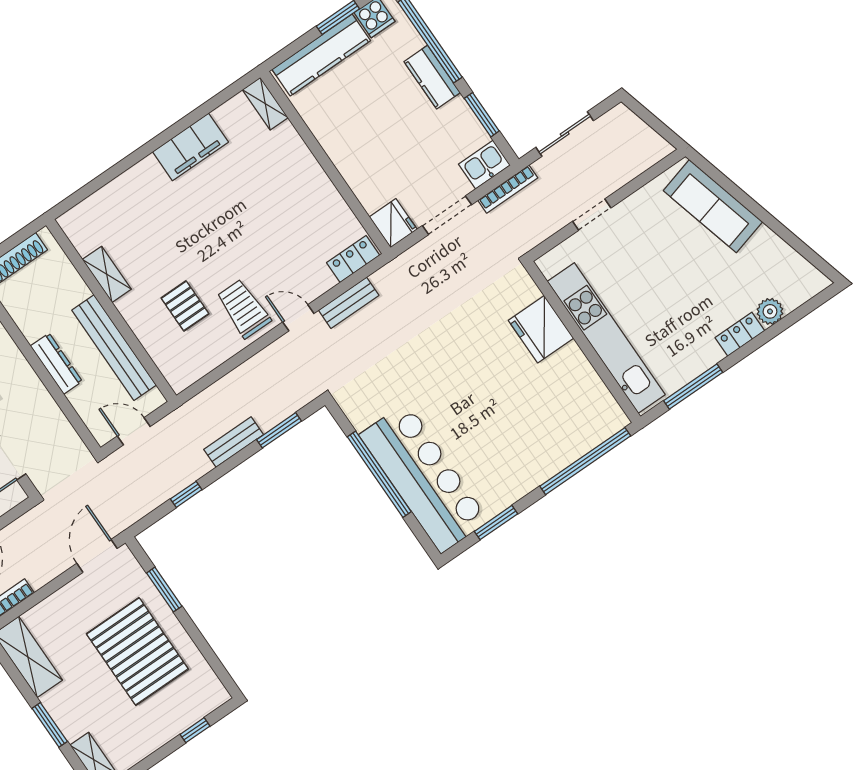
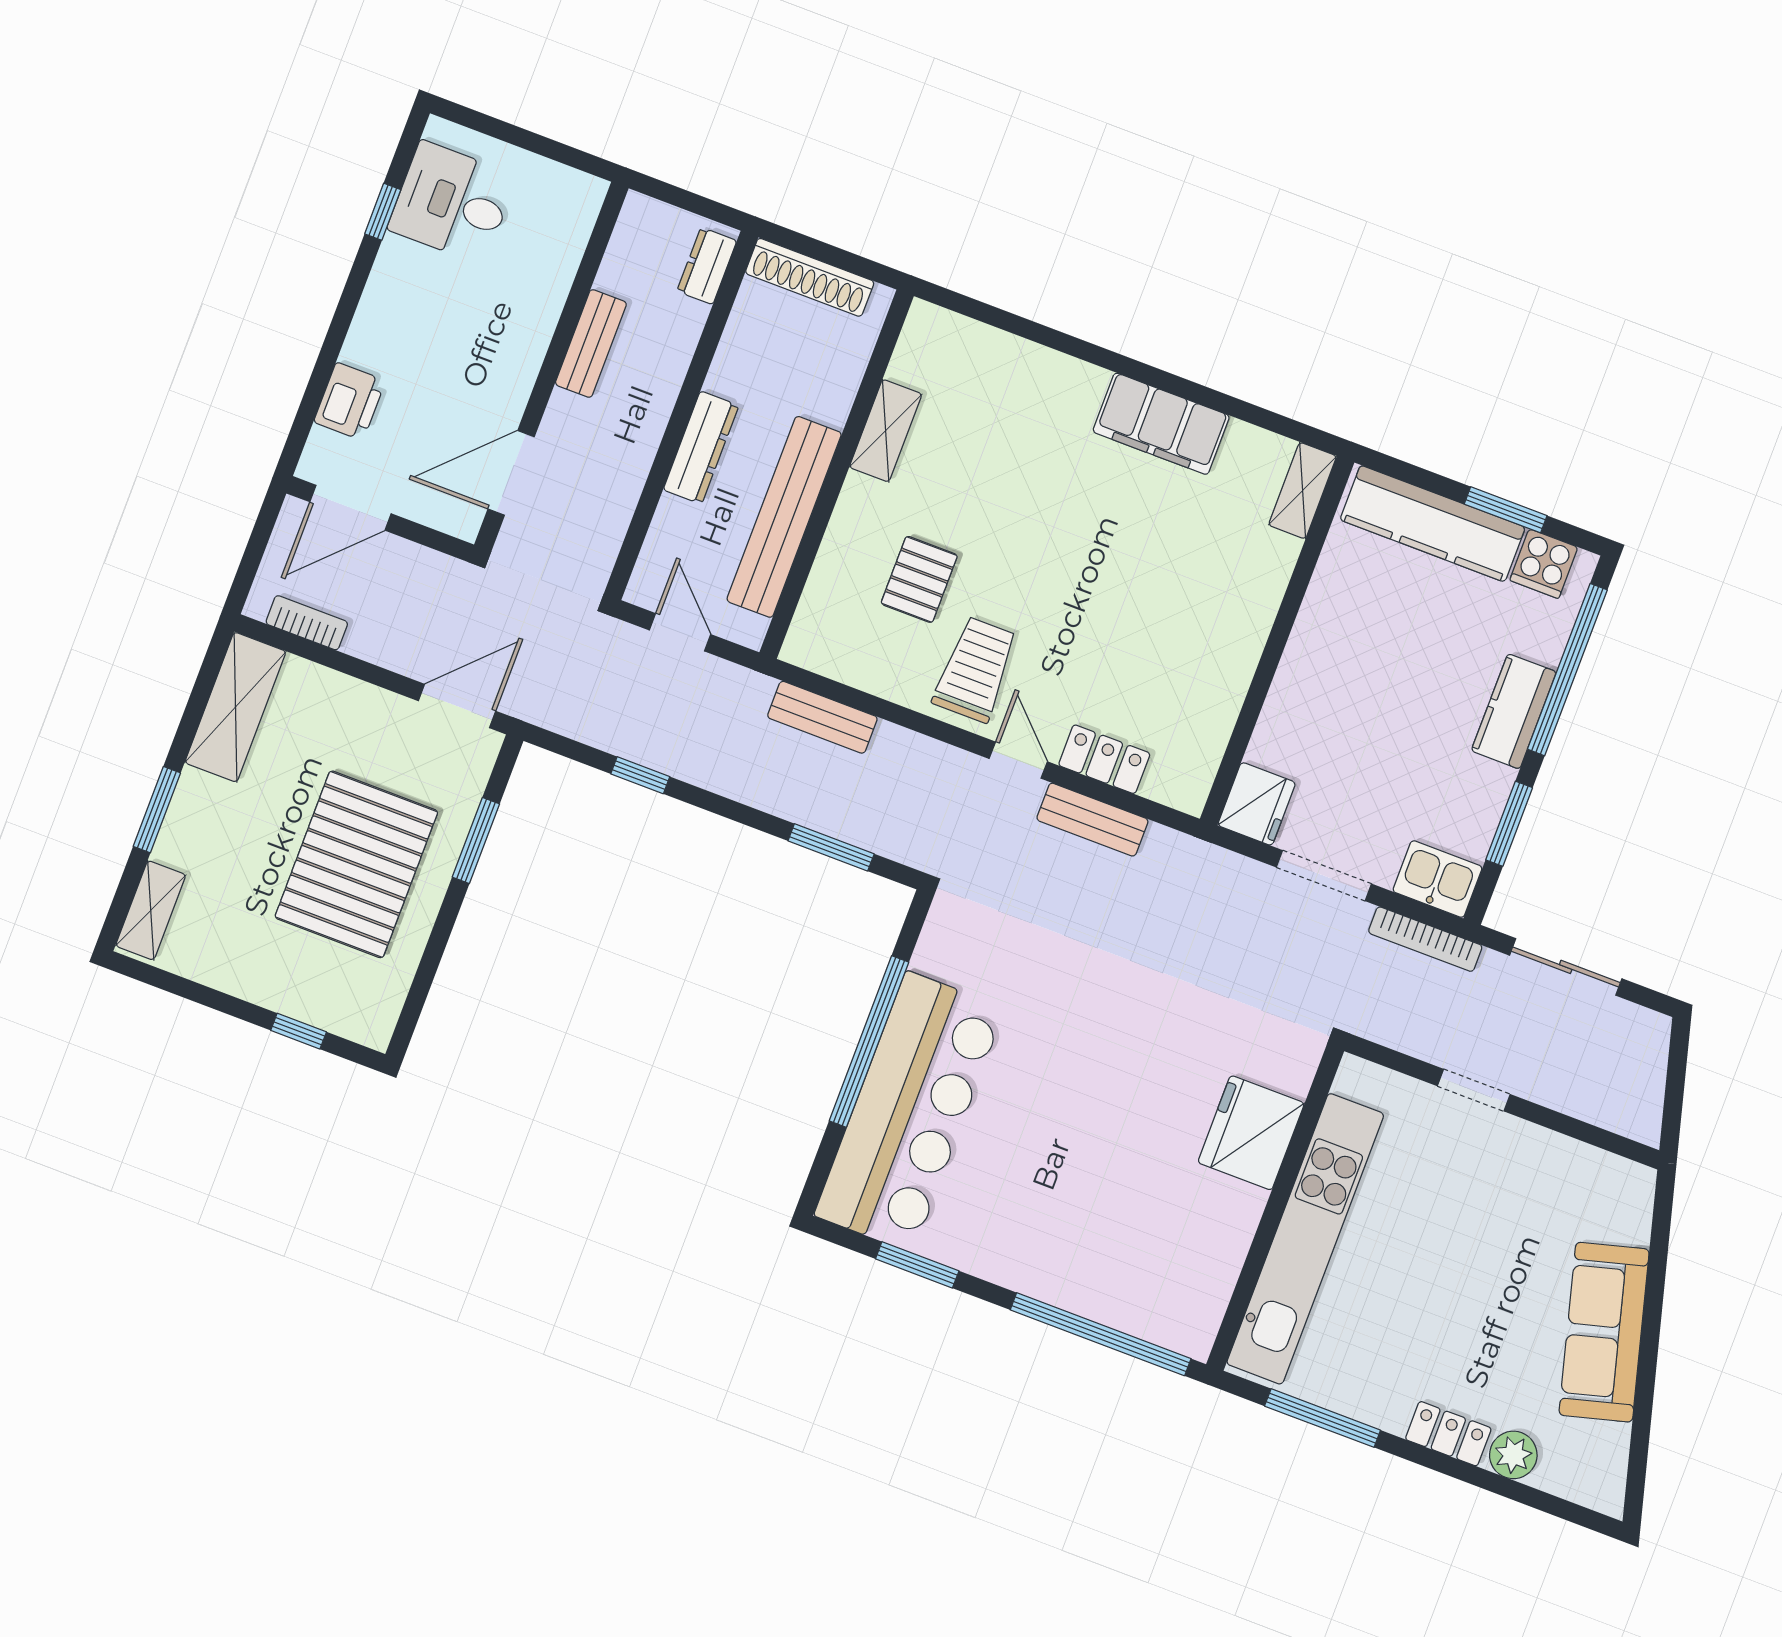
sofa: (713, 206) -> (1604, 1332), moved
locker: (353, 259) -> (1104, 759), moved
bench: (234, 442) -> (822, 717), moved

